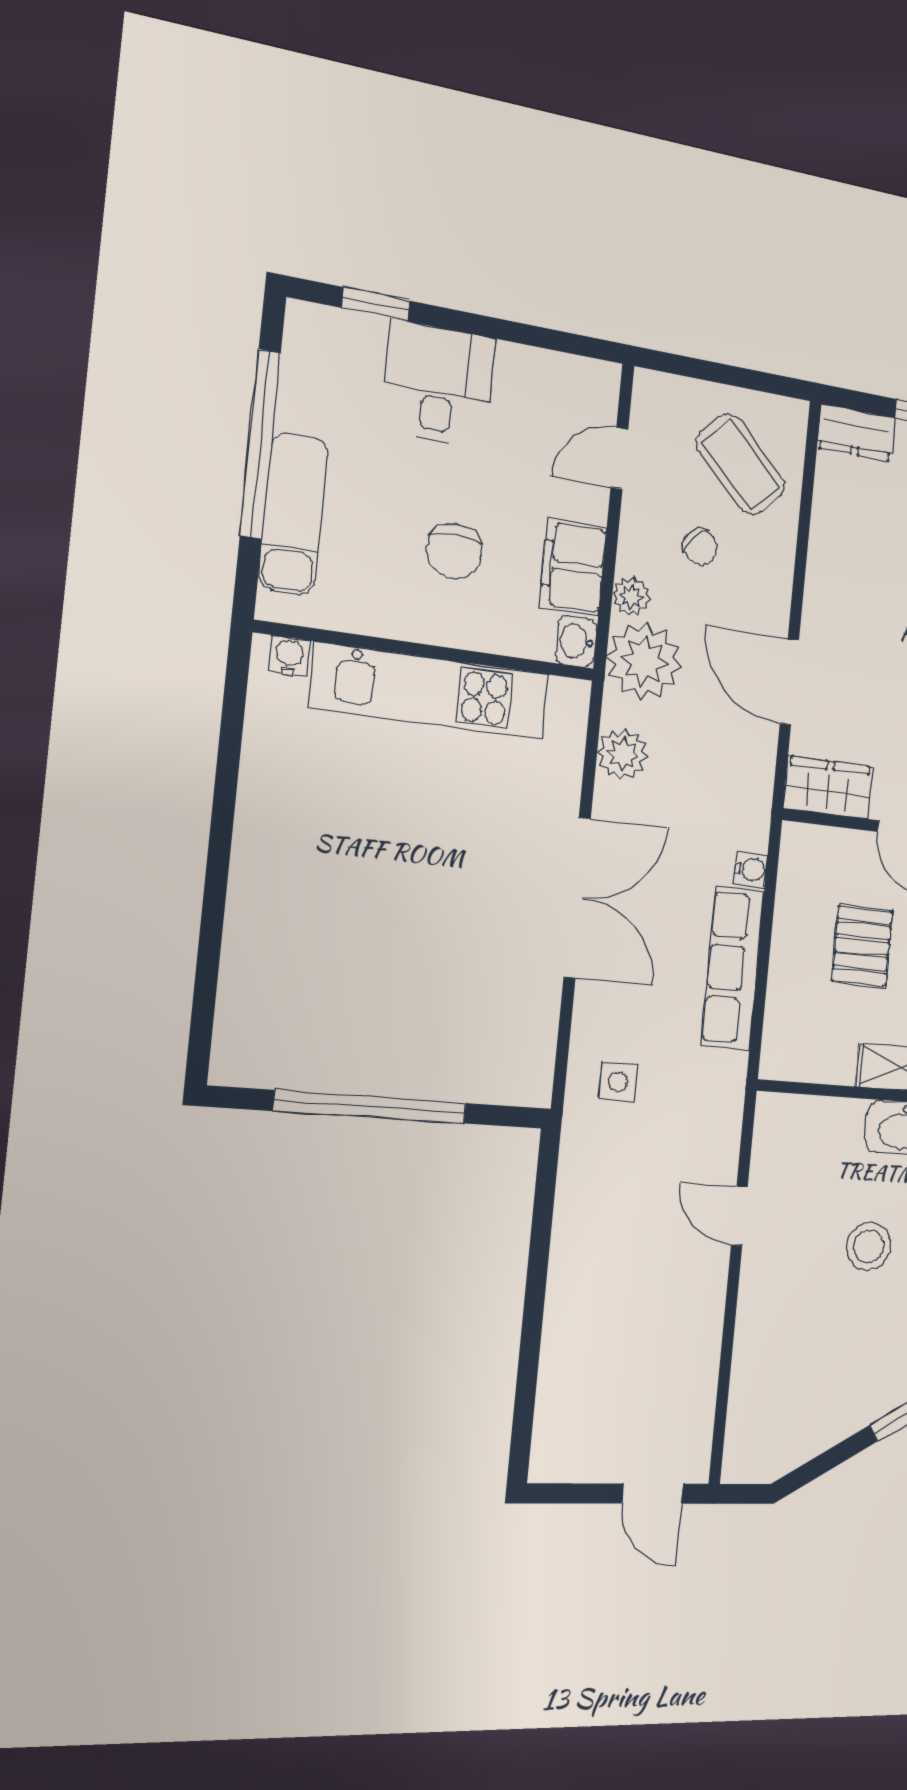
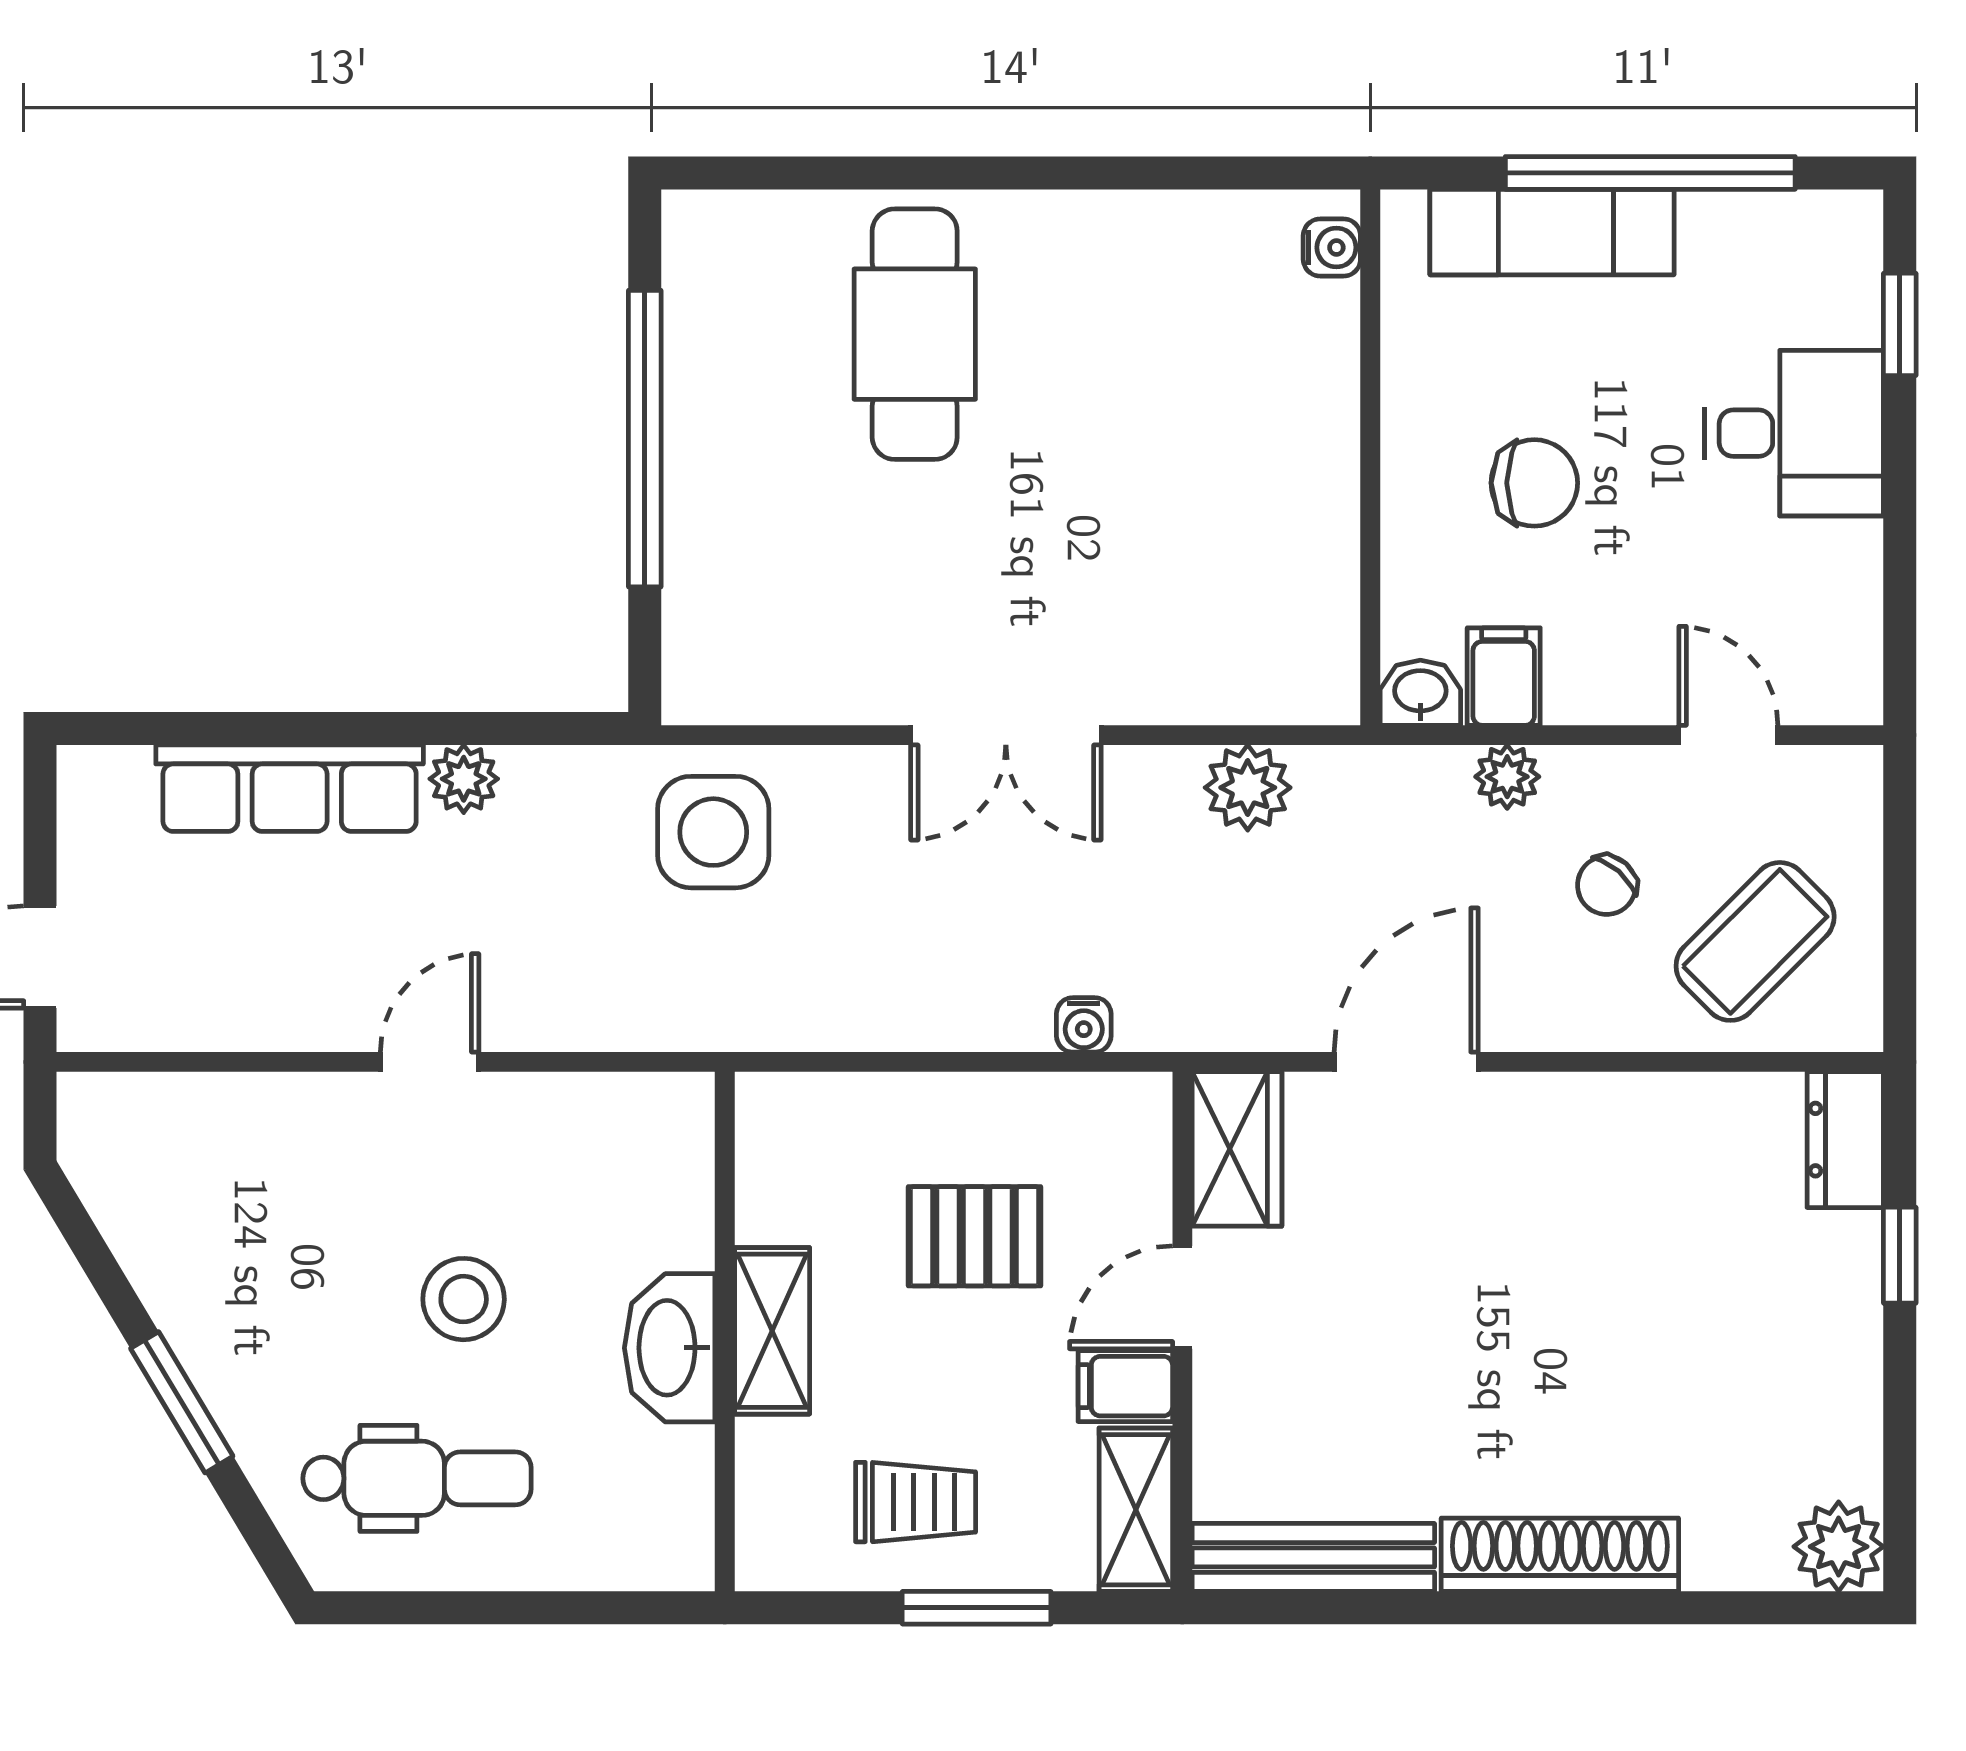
chair: (454, 551) -> (1534, 483), turned 180
filing cabinet: (573, 567) -> (1504, 677), width x0.50
plant: (644, 661) -> (464, 779), moved, width x0.53, depth x0.53
kitchen unit: (431, 691) -> (1308, 468), removed
double door: (577, 898) -> (1006, 735), width x0.73
cafe table: (320, 930) -> (915, 334), added
row of seats: (732, 968) -> (290, 788), moved, turned 180
side table: (618, 1082) -> (713, 832), width x1.87, depth x1.87
door: (739, 1216) -> (430, 1062), moved

